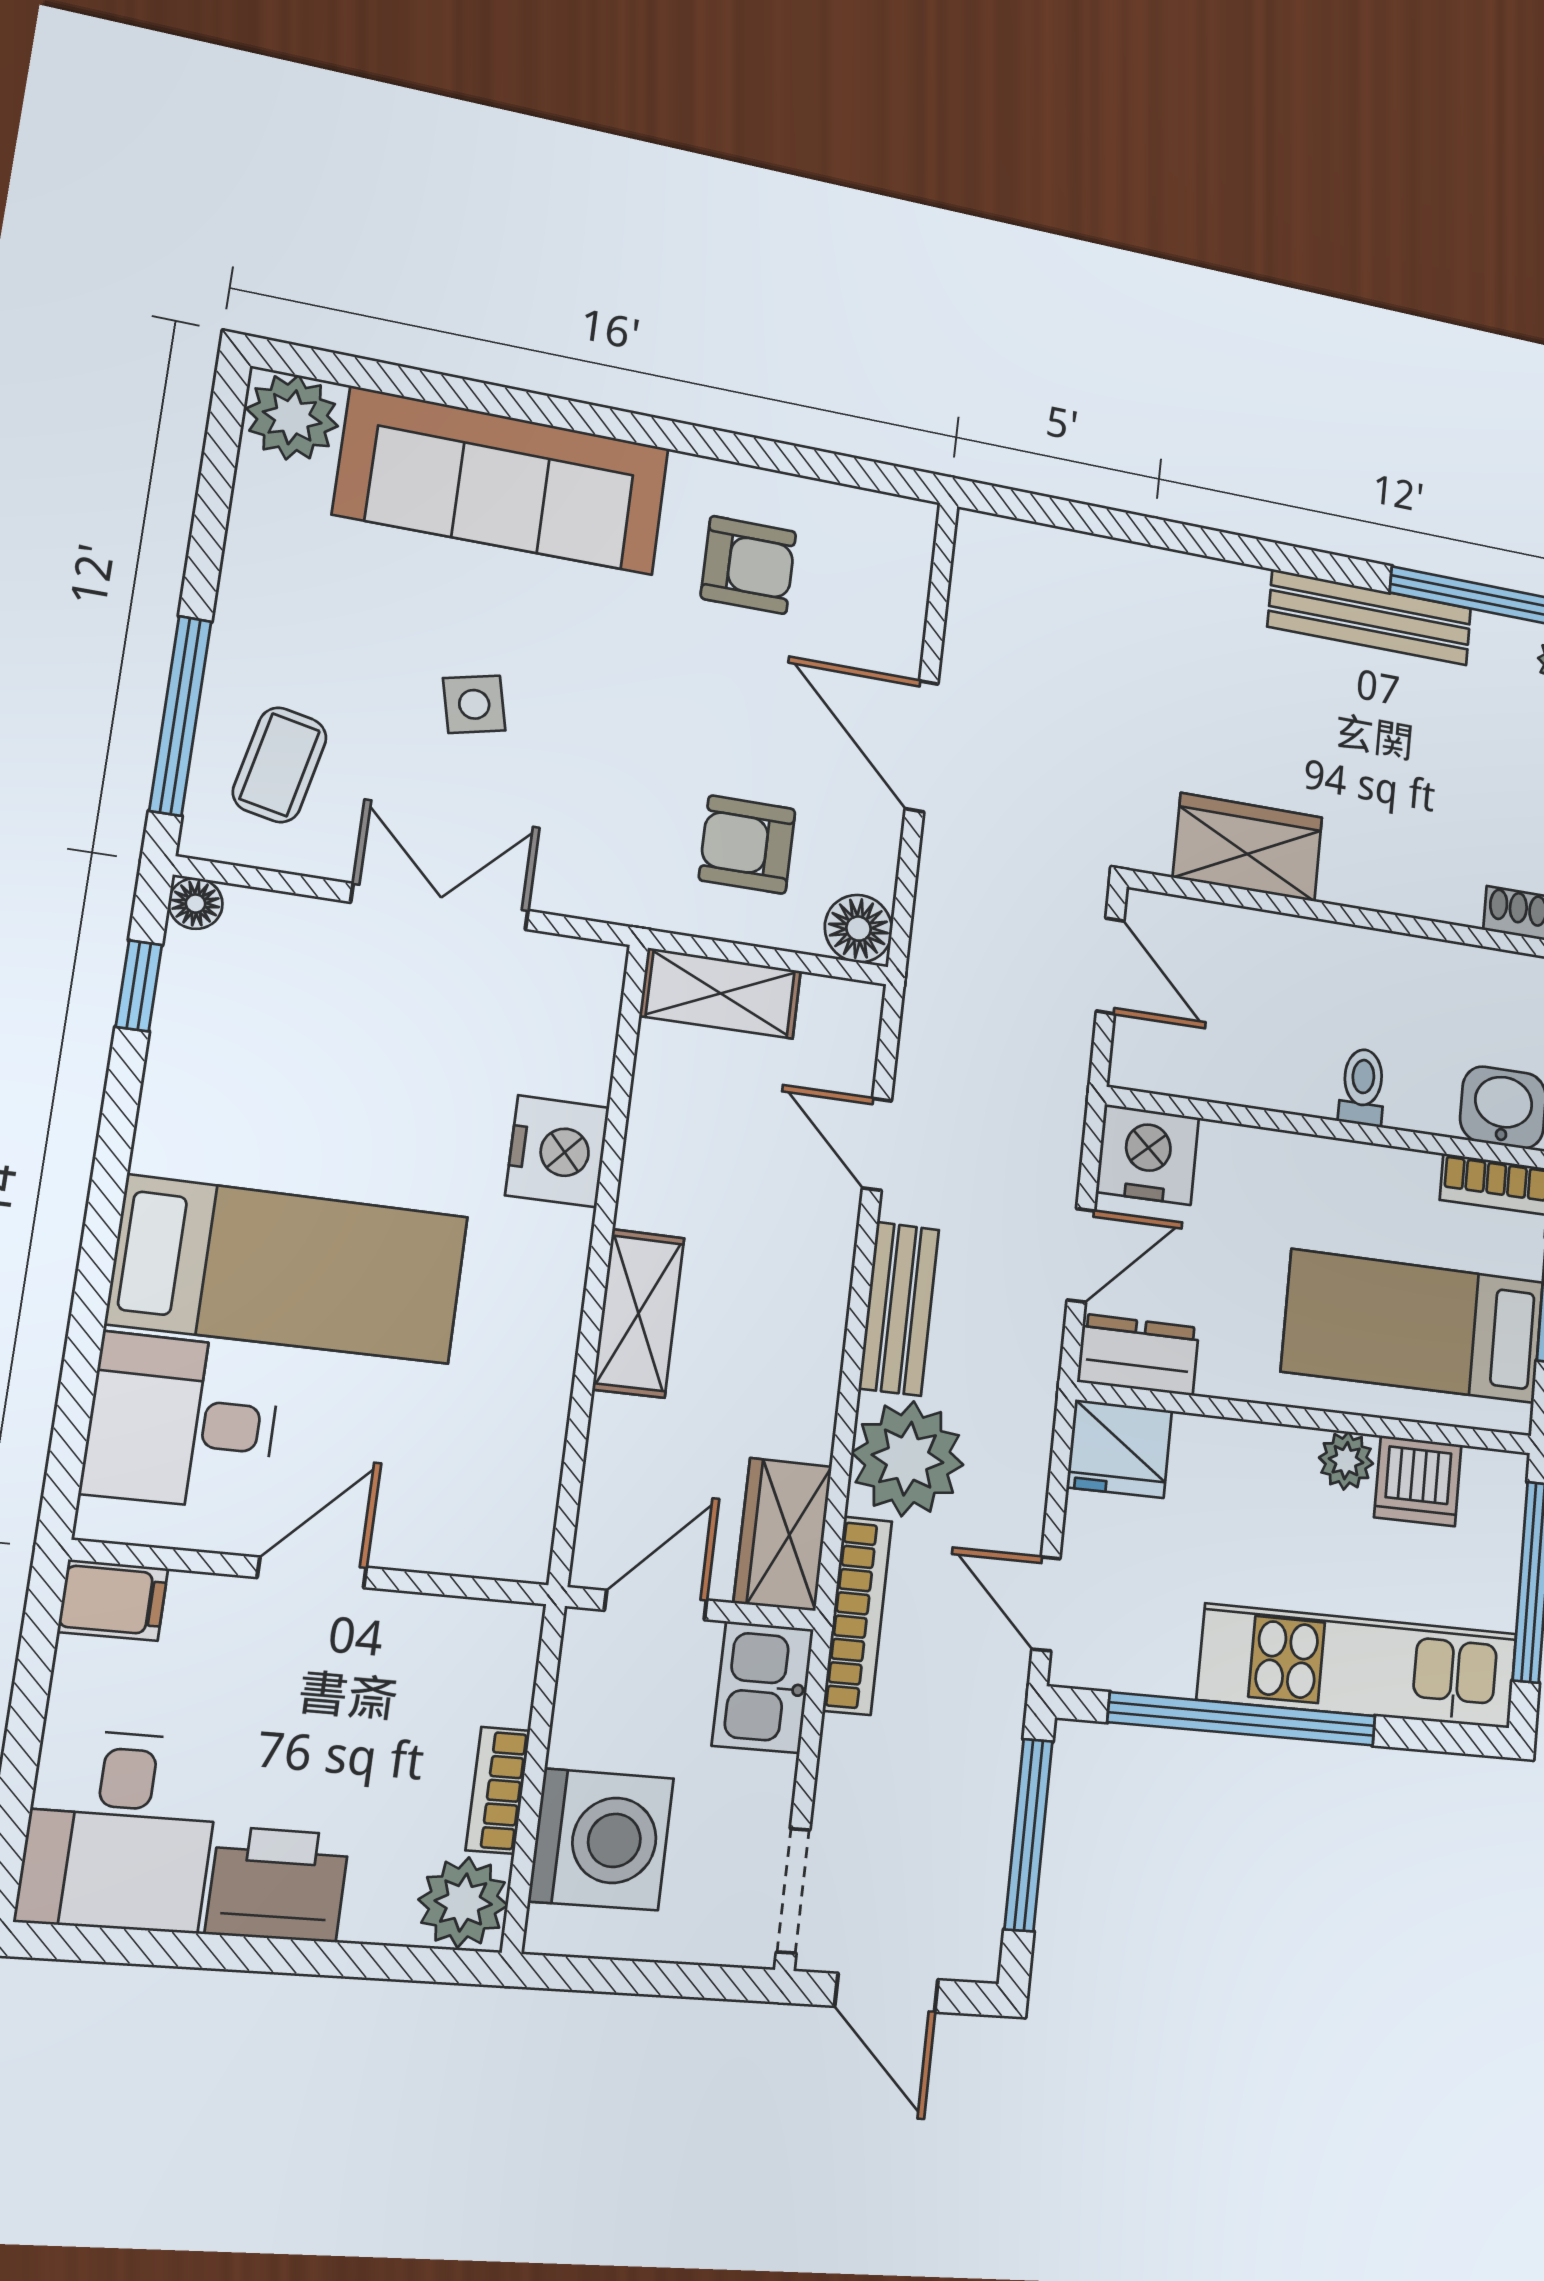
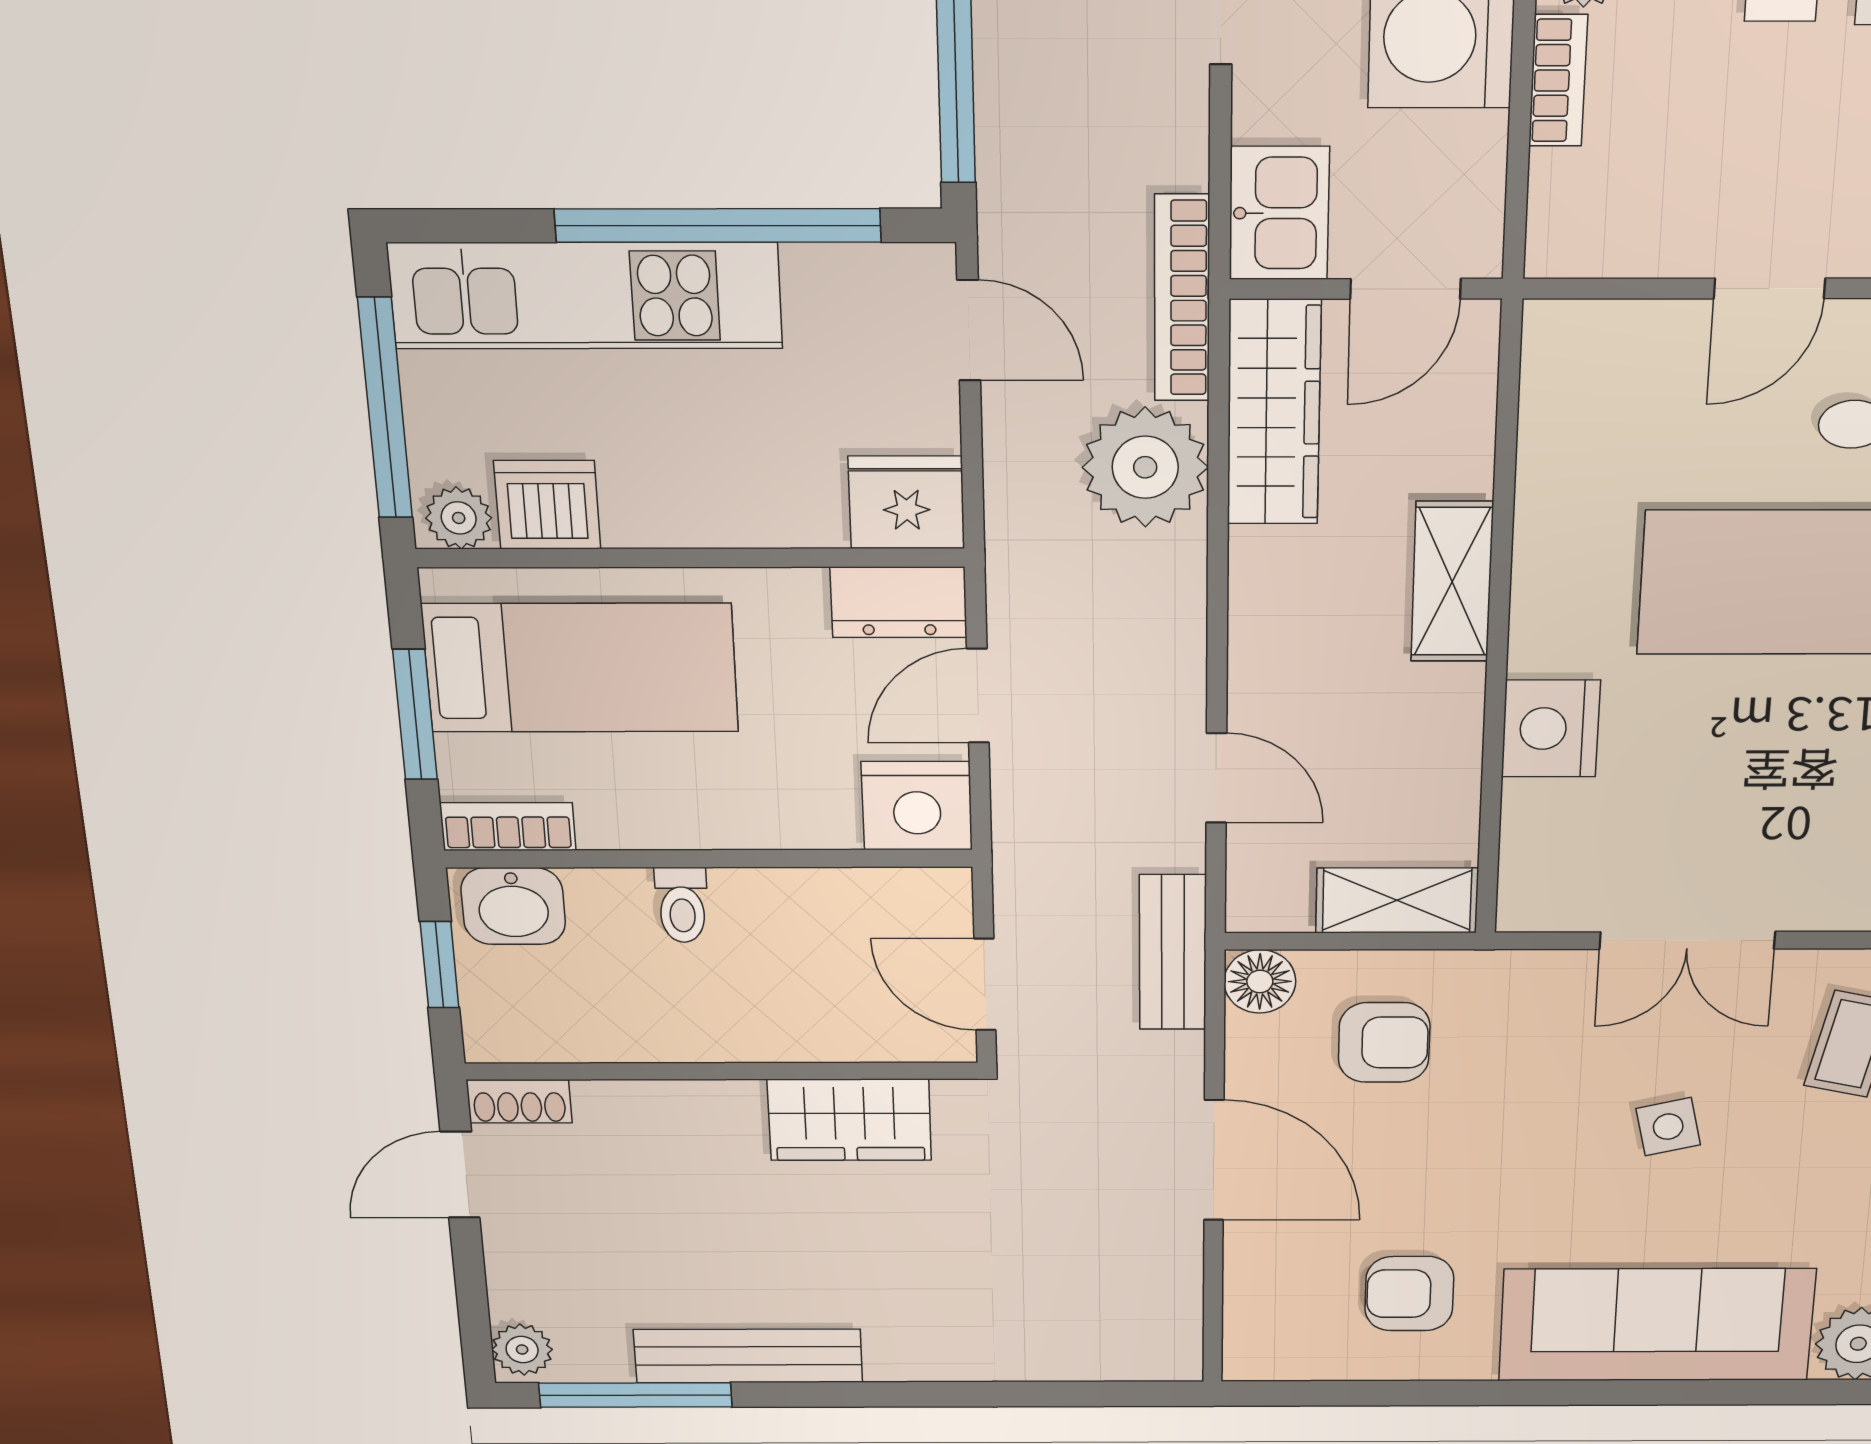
bench: (899, 1309) -> (1173, 952), moved
plant: (1346, 1461) -> (459, 518), moved
wardrobe: (783, 1534) -> (1274, 413), width x1.50

